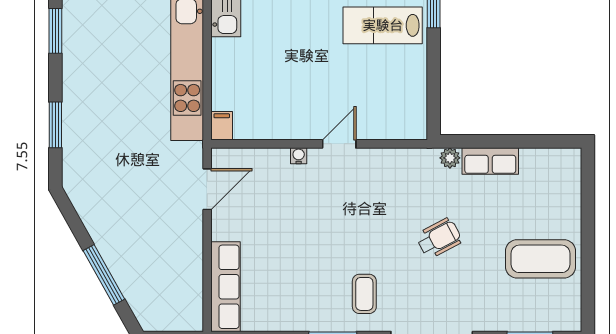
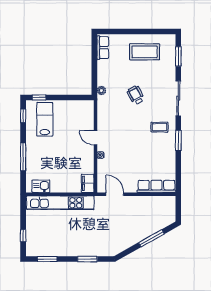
lab bench: (383, 25) -> (45, 119), turned 180
filing cabinet: (222, 126) -> (88, 183), width x2.00
row of seats: (490, 161) -> (103, 48), moved
coffee table: (540, 259) -> (145, 52), turned 90

